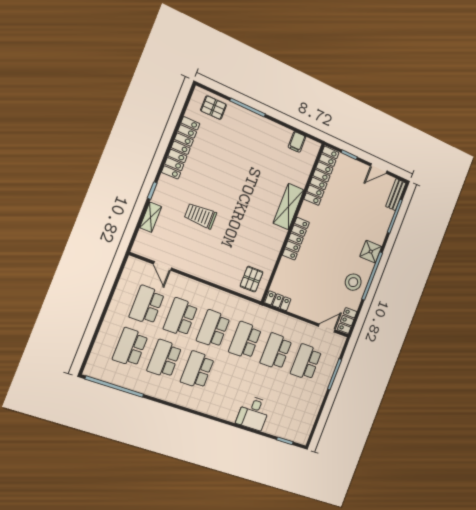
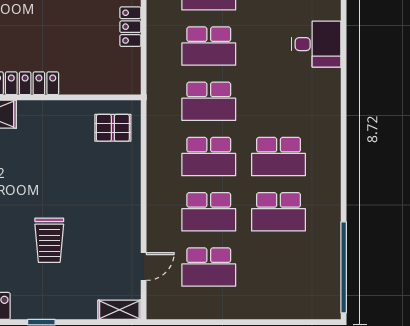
shelving: (151, 217) -> (119, 310), moved
locker: (278, 301) -> (130, 27), moved
school desk: (130, 347) -> (279, 267), removed

